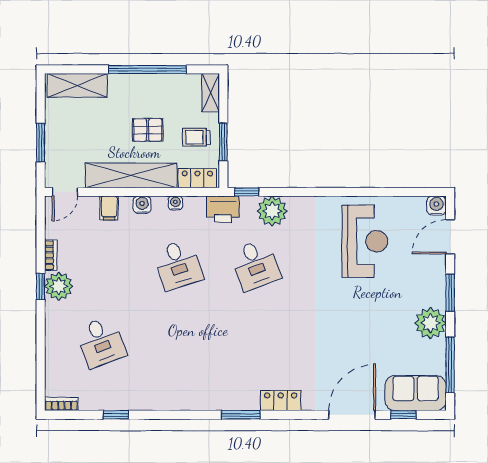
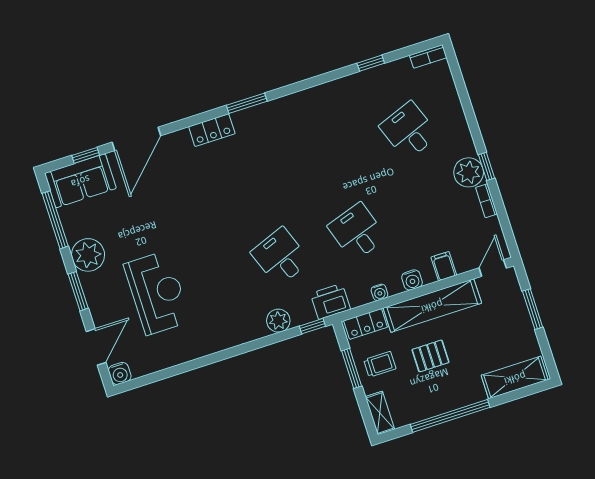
plant: (272, 211) -> (278, 321), width x0.73, depth x0.73
reception desk: (365, 241) -> (157, 293), moved, turned 180

